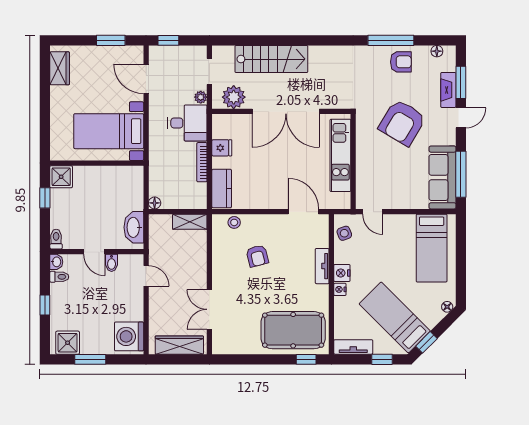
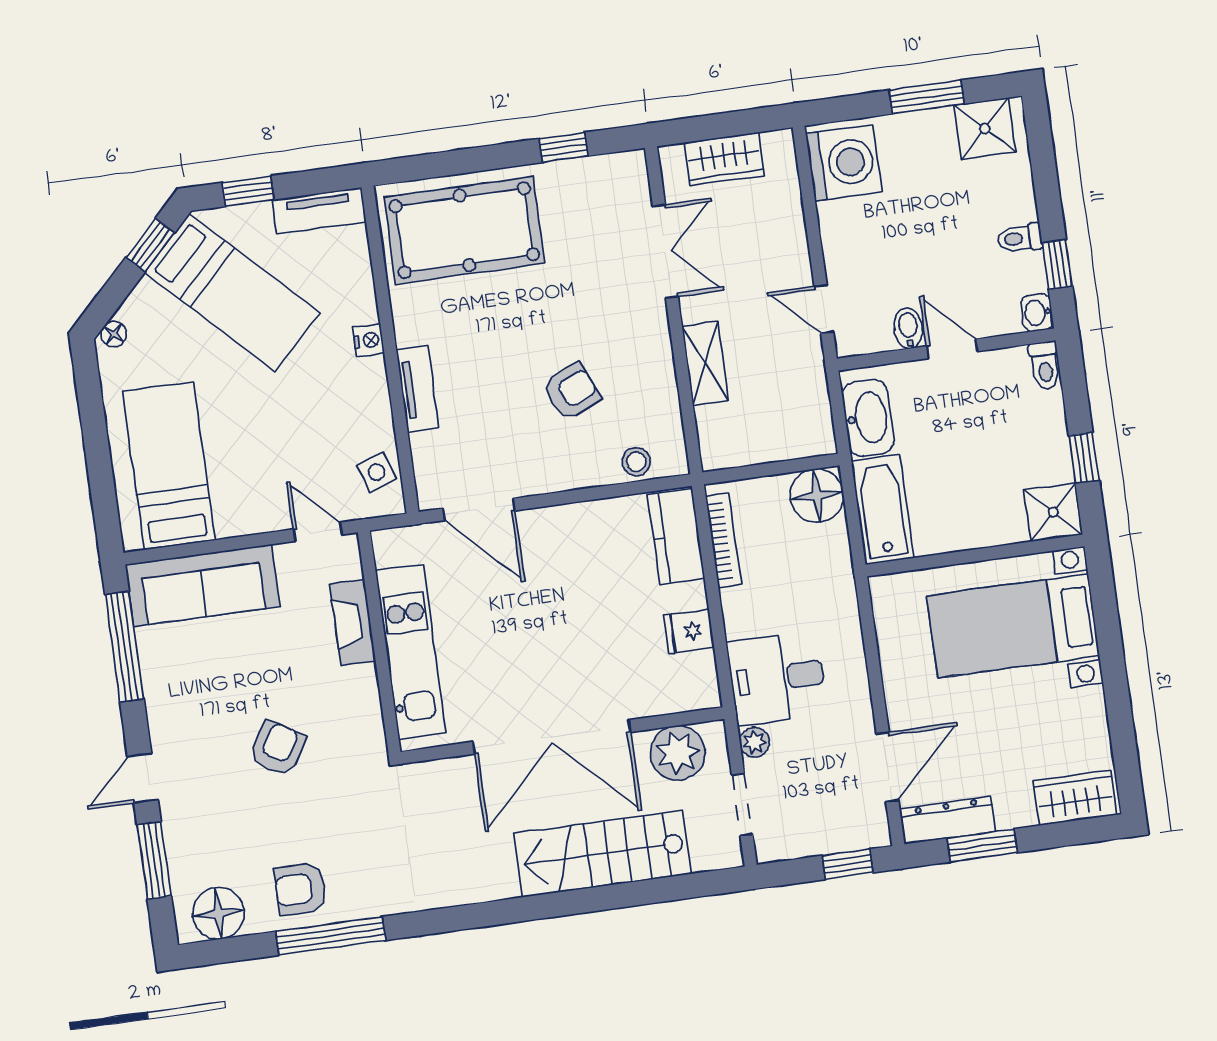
floor lamp: (437, 51) -> (218, 913), width x1.89, depth x1.89
dresser: (124, 53) -> (948, 820), added
wardrobe: (60, 68) -> (1075, 798), moved, turned 90
door: (146, 79) -> (887, 767), hinge flipped
fireplace: (448, 90) -> (353, 622), moved, turned 180
double door: (286, 111) -> (552, 737), swing flipped
armchair: (402, 123) -> (277, 748), width x0.53, depth x0.53
bed with nightstands: (109, 131) -> (1013, 626), moved, turned 180
bookcase: (202, 162) -> (723, 540), moved
sofa: (442, 177) -> (203, 585), moved, turned 90
bathtub: (133, 188) -> (883, 510), added
floor lamp: (155, 203) -> (817, 496), width x1.89, depth x1.89
shelving: (190, 222) -> (705, 363), moved, turned 90
armchair: (257, 256) -> (572, 391), turned 80
nightstand: (342, 273) -> (369, 379), removed
toilet: (59, 277) -> (1020, 238), moved
window: (45, 305) -> (1057, 264), moved
wardrobe: (179, 345) -> (724, 159), width x0.67
window: (306, 359) -> (563, 147), moved

